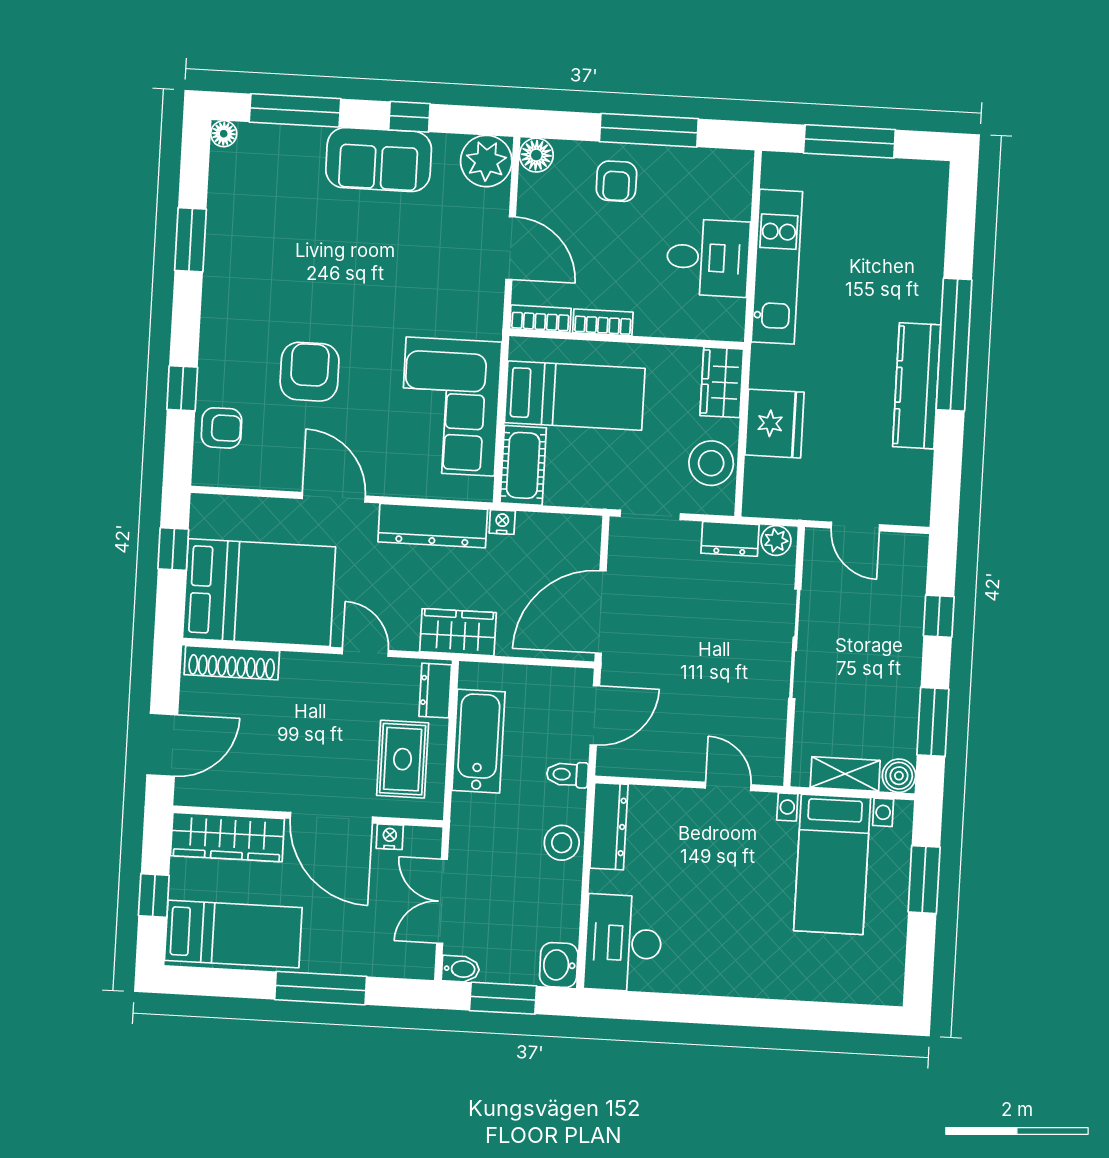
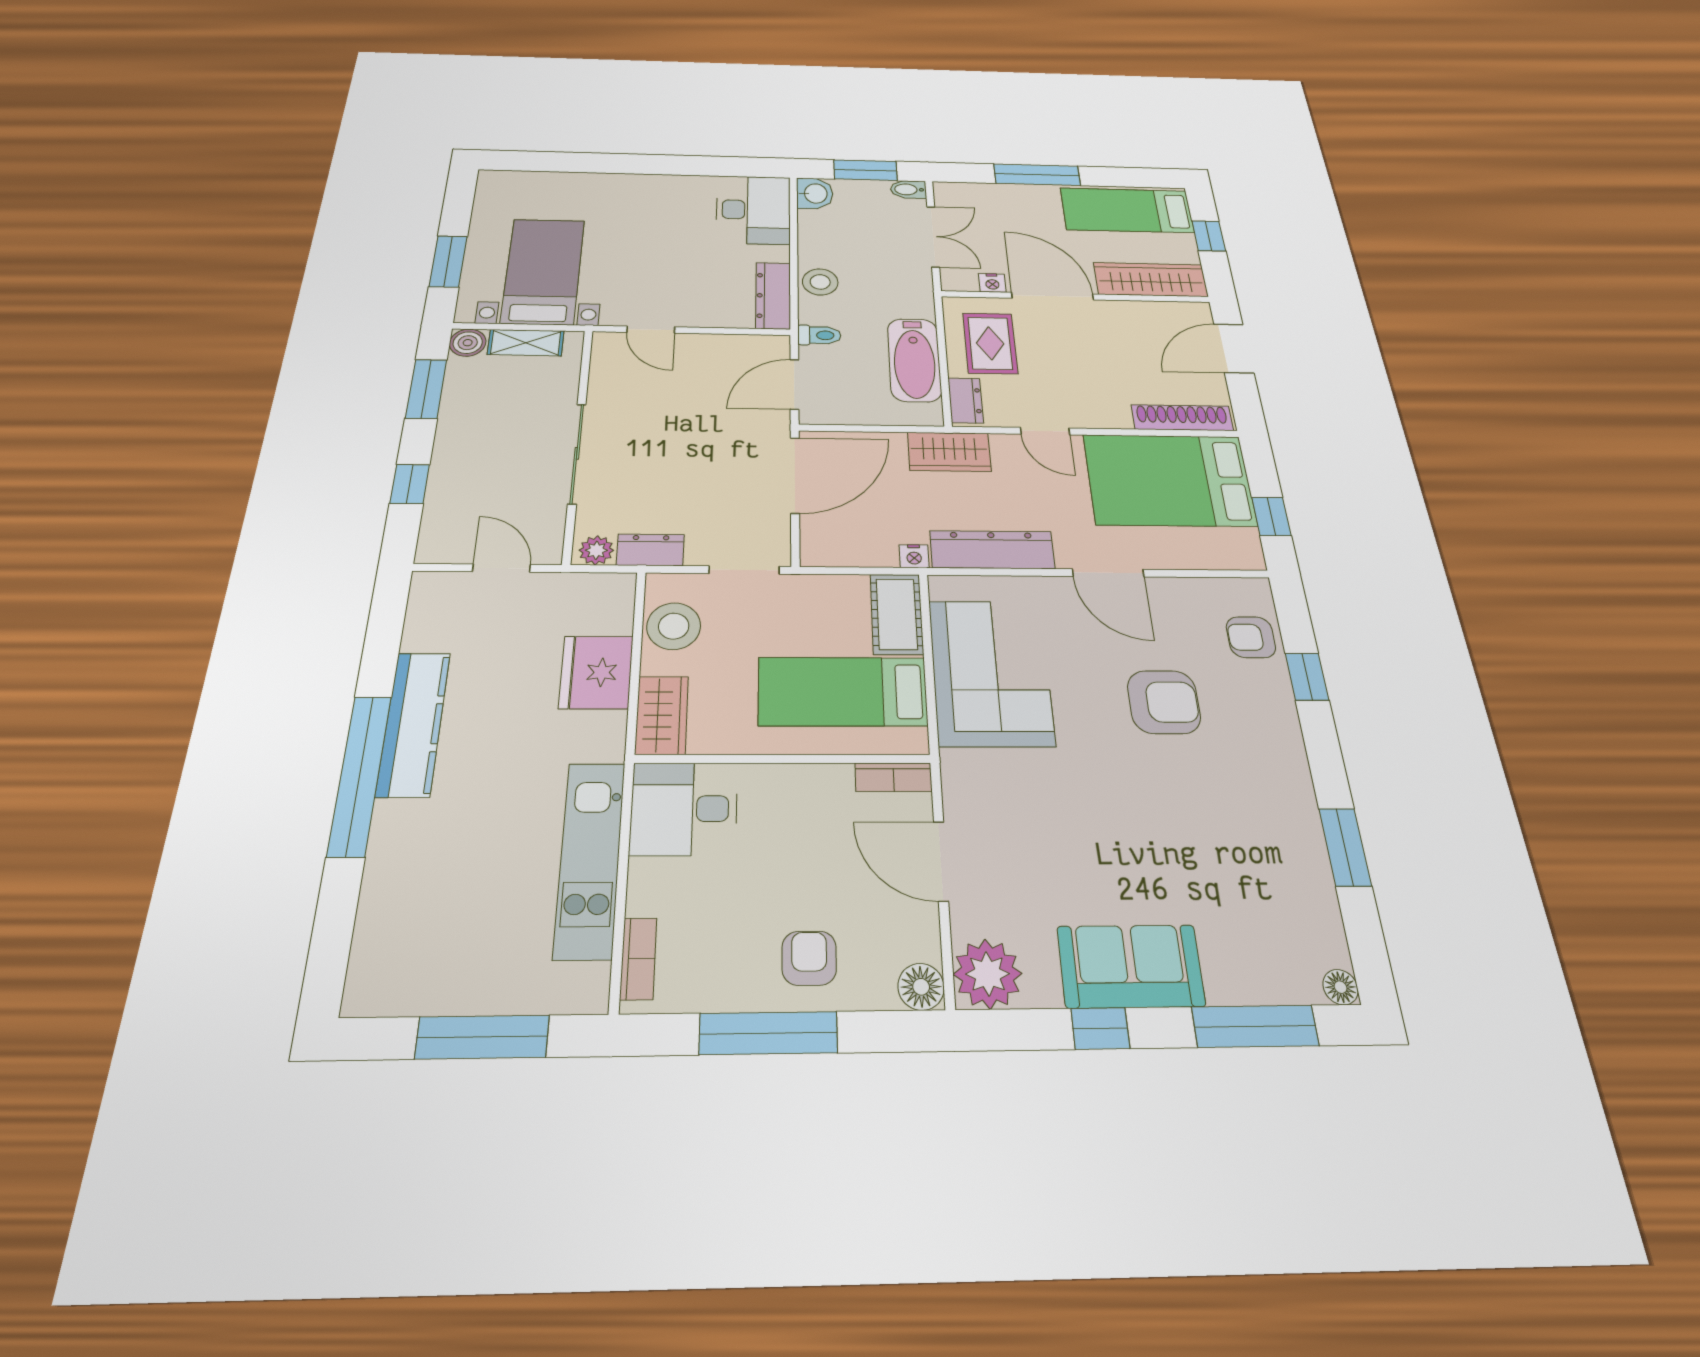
desk: (708, 258) -> (684, 809), moved
bookcase: (603, 322) -> (638, 959), moved, turned -90
armchair: (310, 372) -> (1164, 702), turned -90

